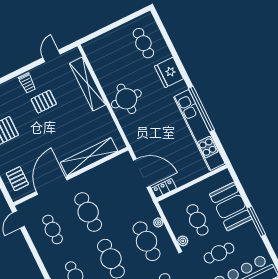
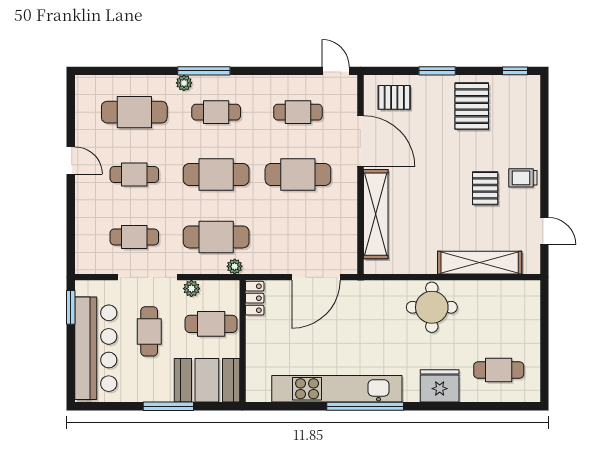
wall: (192, 183) -> (243, 341), moved
locker: (164, 188) -> (255, 298), moved

